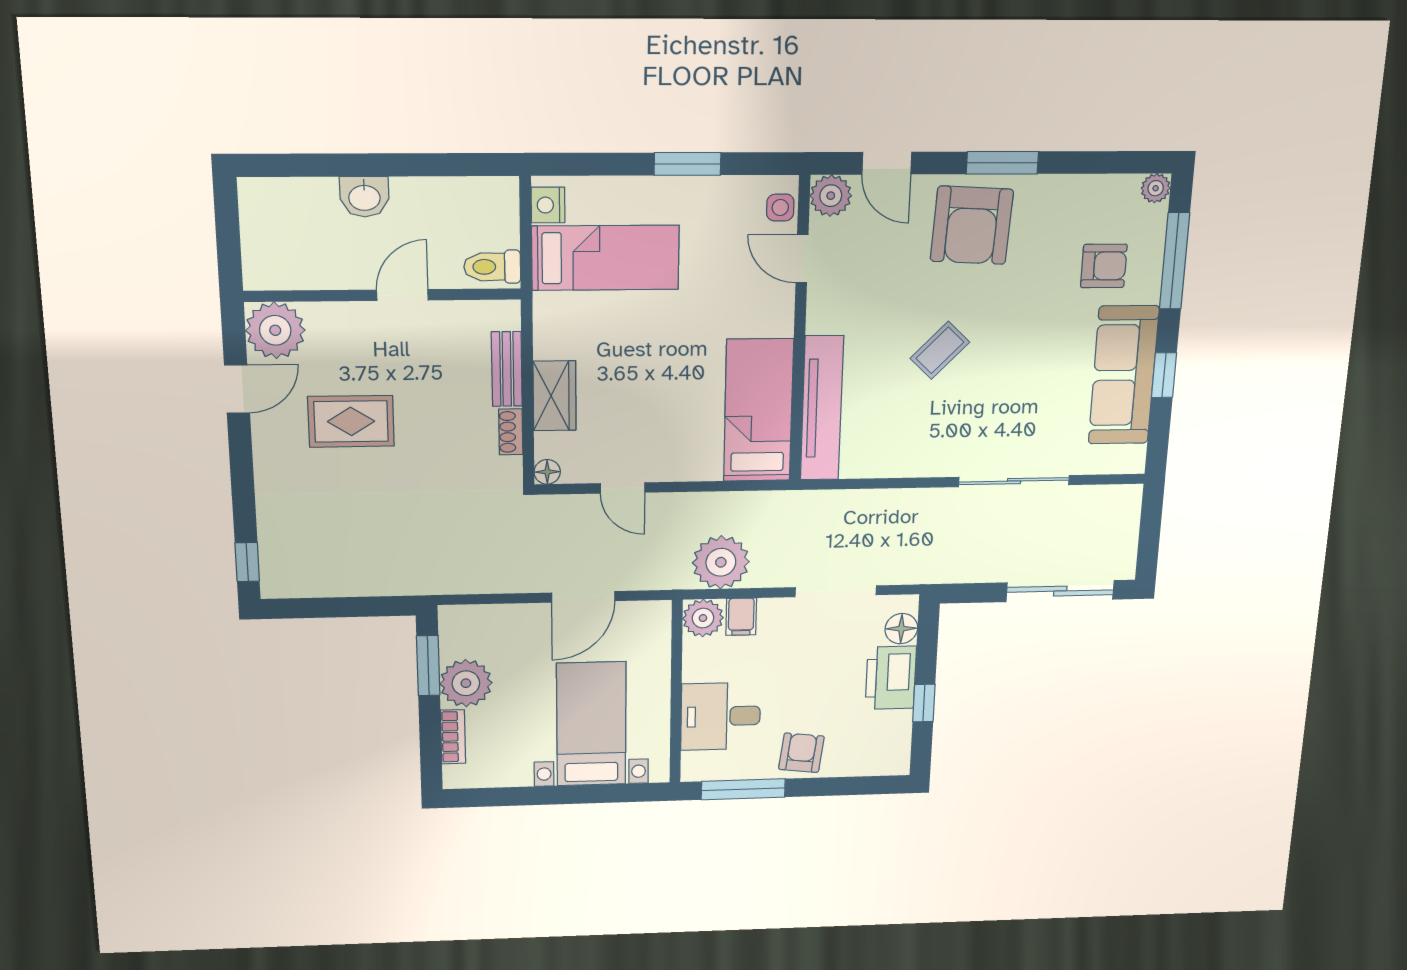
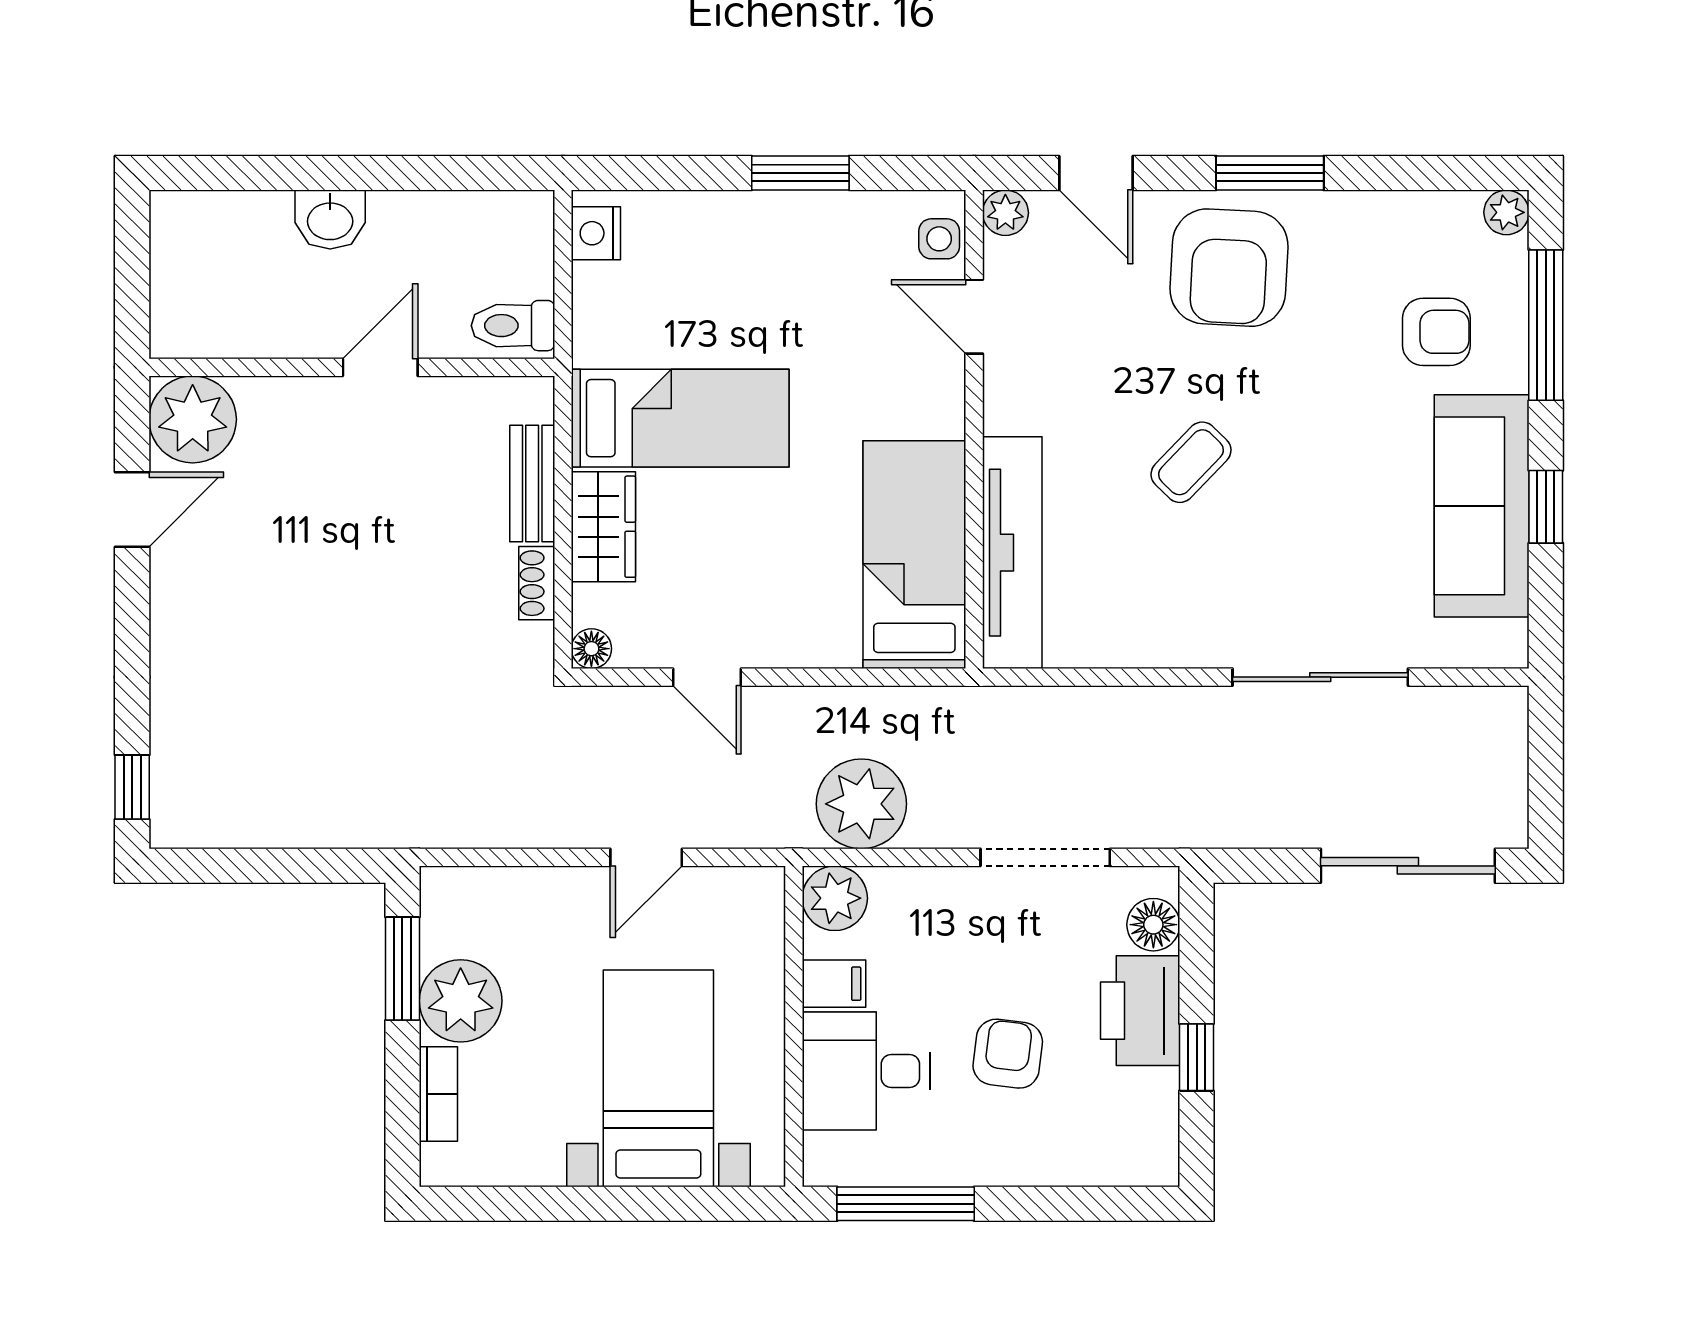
plant: (831, 196) -> (1005, 213), width x0.73, depth x0.73
bed: (605, 258) -> (680, 418), moved
rug: (351, 421) -> (298, 563), removed
door: (583, 597) -> (646, 857), width x0.73
filing cabinet: (741, 617) -> (834, 984), moved, turned -90
armchair: (801, 753) -> (1008, 1054), moved

